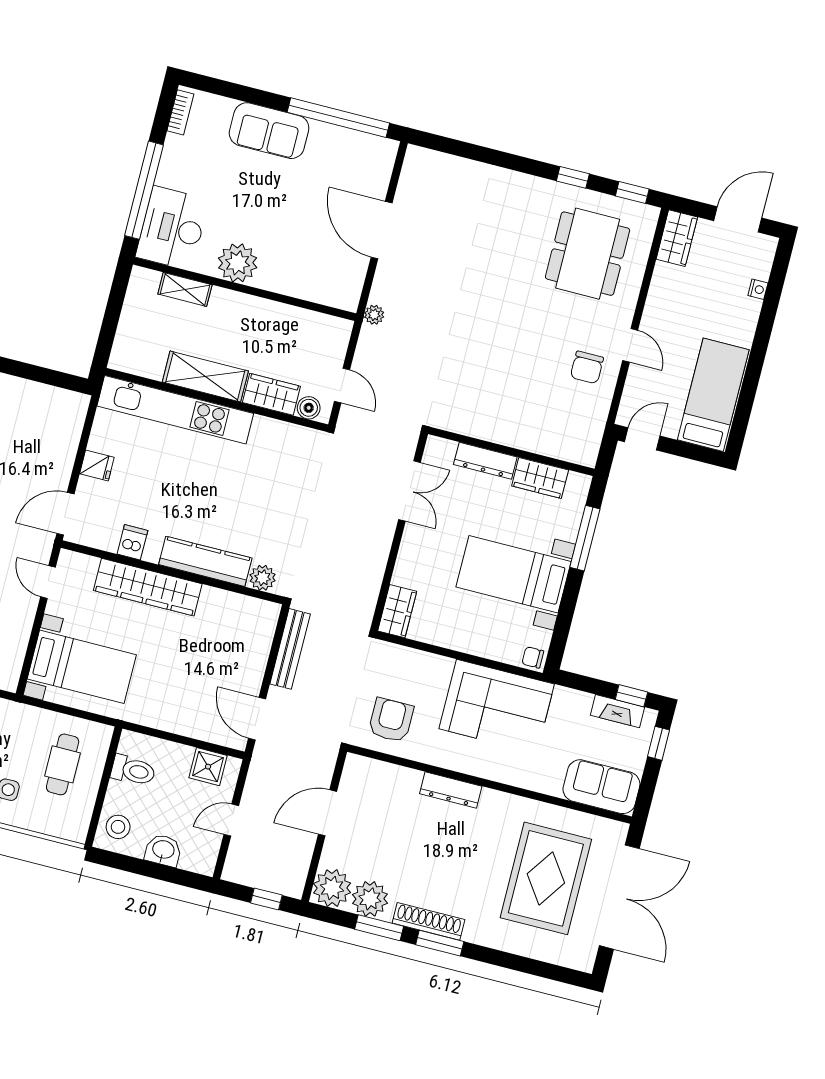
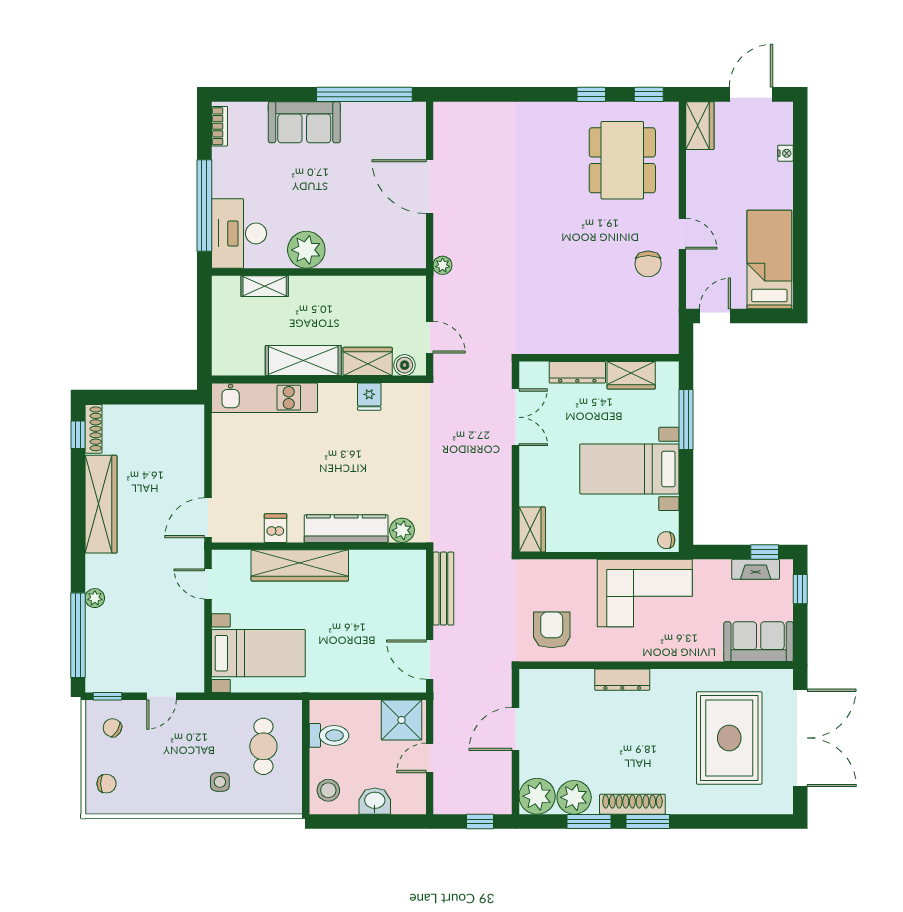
kitchen unit: (175, 410) -> (264, 398), width x0.73
fridge: (97, 465) -> (369, 397), moved, turned 90
shower: (208, 767) -> (402, 720), width x1.36, depth x1.36

